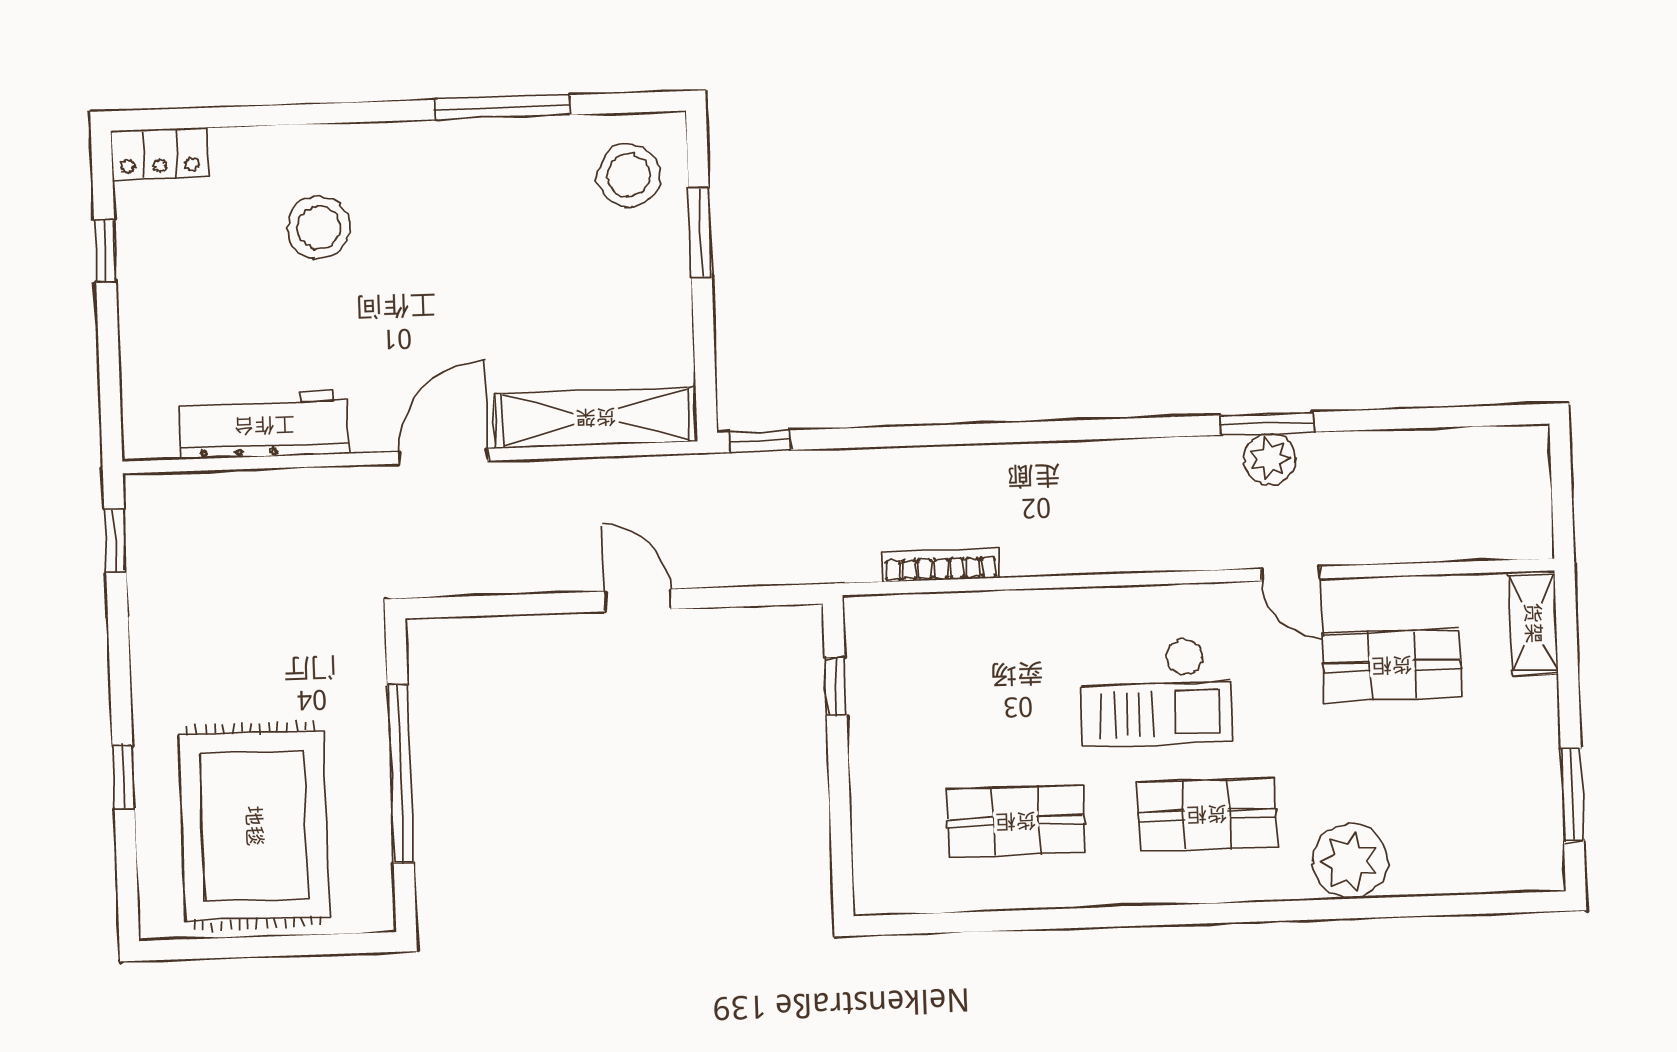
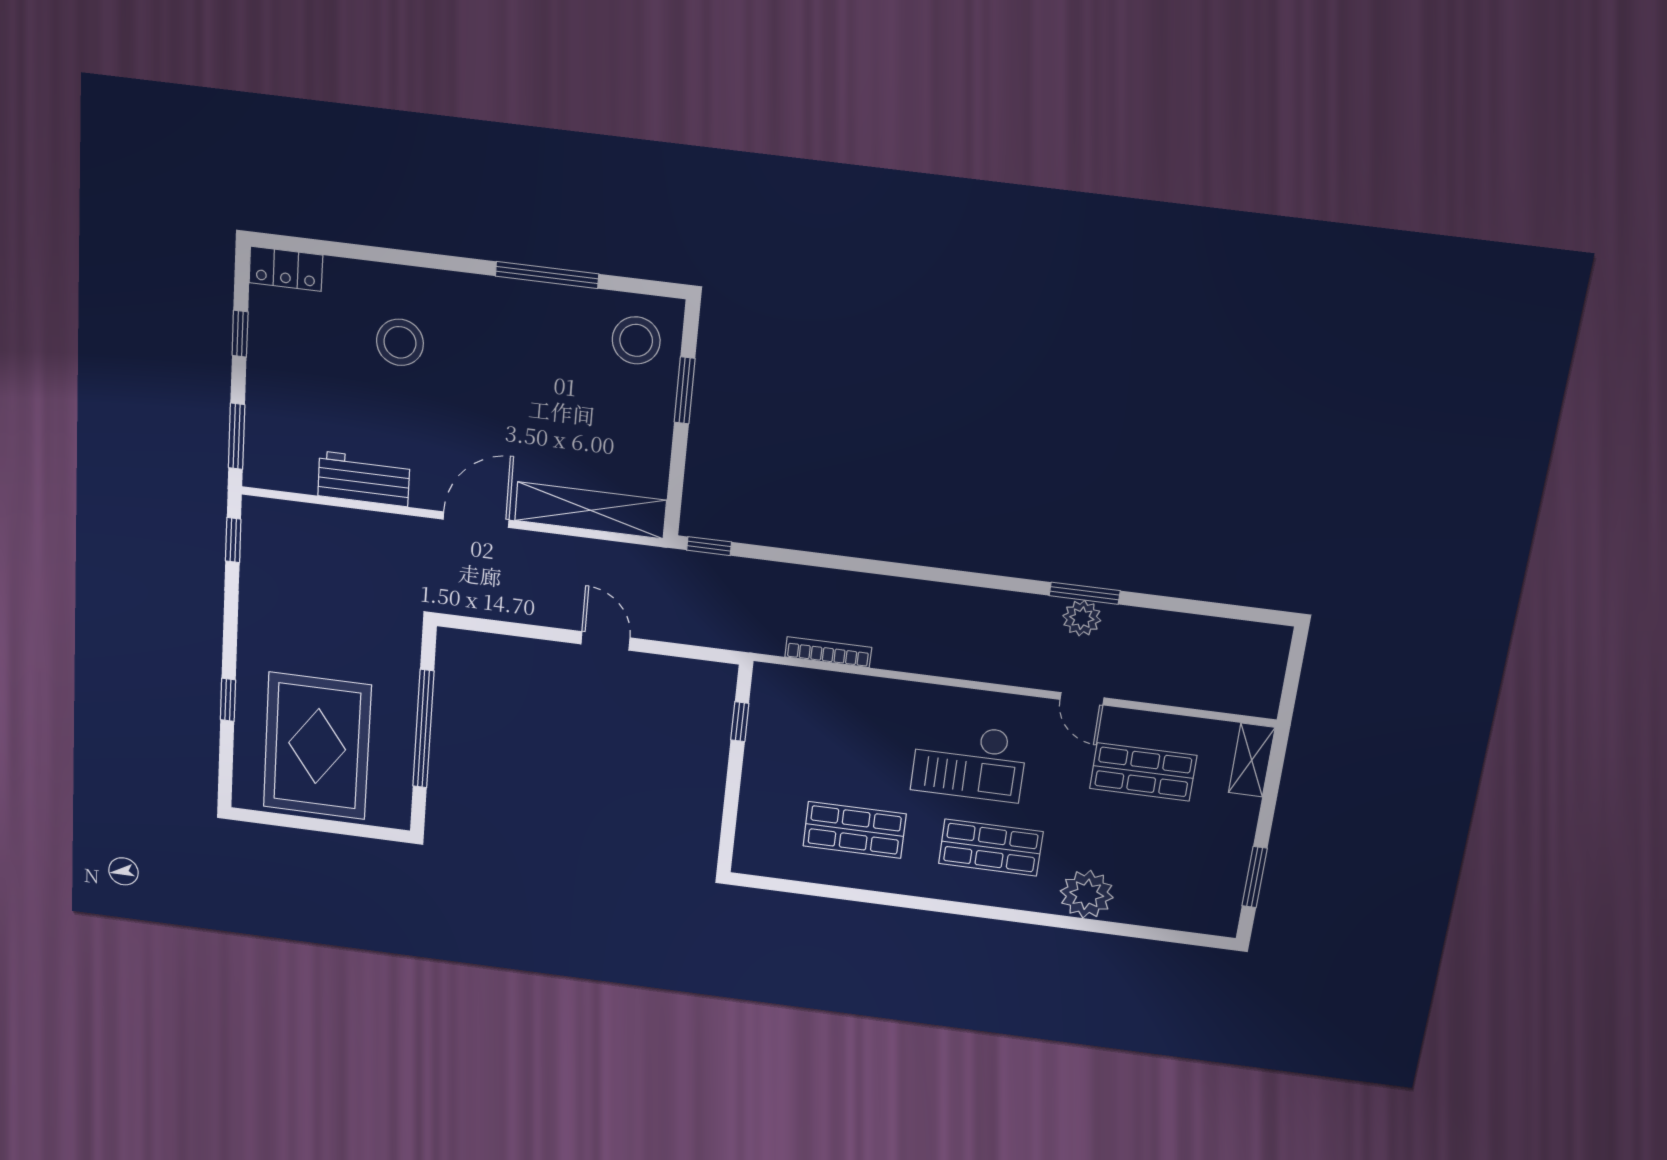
window: (110, 392) -> (237, 436), added
workbench: (264, 425) -> (364, 479), width x0.73

